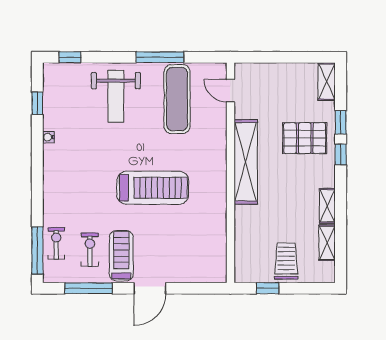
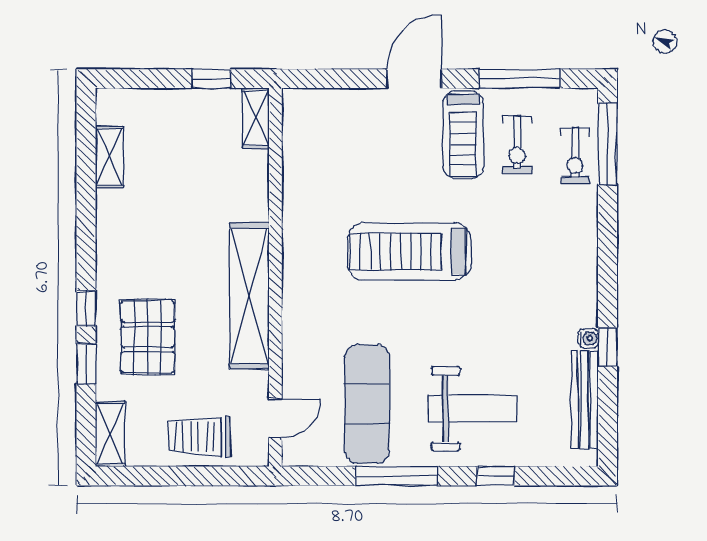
window: (70, 57) -> (496, 476), moved
door: (230, 91) -> (275, 418), hinge flipped
weight bench: (116, 96) -> (472, 409), turned 90
bench: (51, 101) -> (585, 400), added
window: (37, 103) -> (608, 347), moved
pallet: (305, 138) -> (148, 337), turned 90
shelving: (327, 206) -> (256, 118), moved
trolley: (286, 261) -> (199, 436), moved, turned 90

